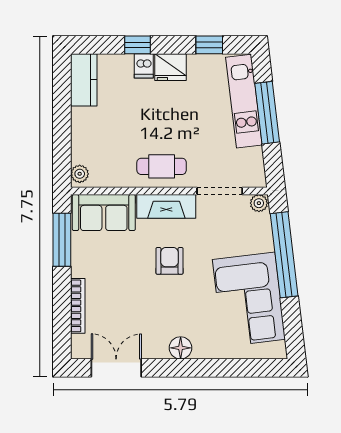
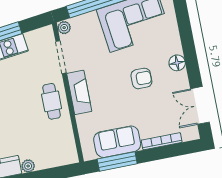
plant: (80, 174) -> (28, 166), moved
sofa: (104, 213) -> (117, 142), moved, turned -90
armchair: (169, 261) -> (141, 78), moved, turned 180

